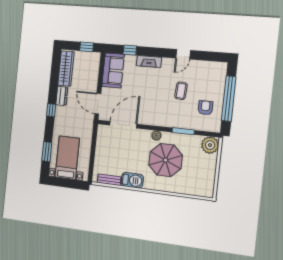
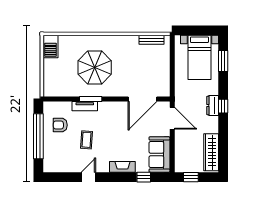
dresser: (62, 96) -> (213, 106), moved
armchair: (205, 108) -> (60, 125), turned 90
tv unit: (179, 124) -> (85, 106), added
window: (183, 131) -> (91, 99), moved
plant: (156, 136) -> (107, 92), removed
plant: (210, 145) -> (52, 88), removed
barbecue: (132, 180) -> (51, 46), moved, turned -90

